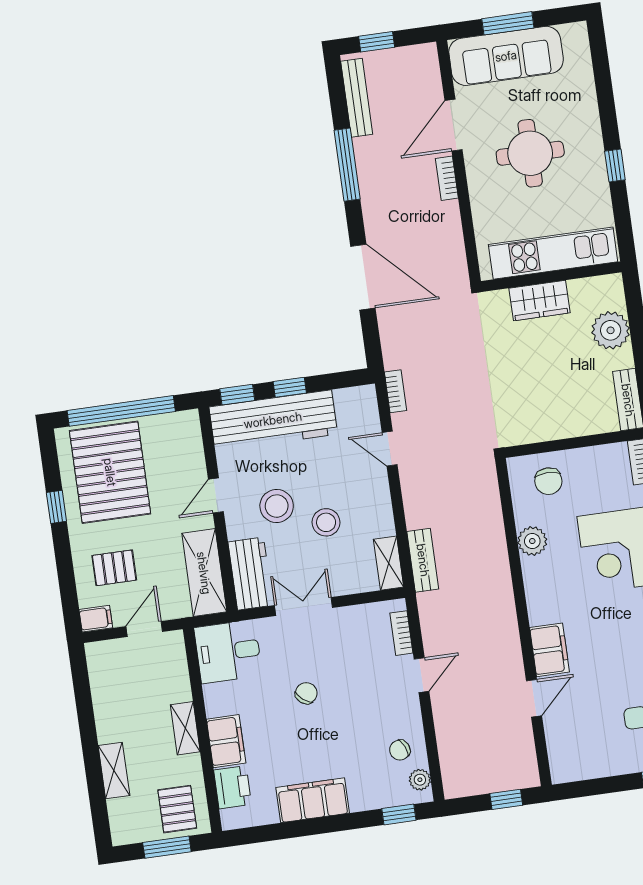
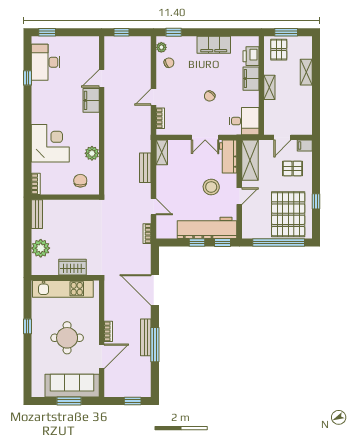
bench: (357, 98) -> (146, 337), moved
stool: (326, 522) -> (189, 176), removed
bench: (423, 560) -> (145, 168), moved

